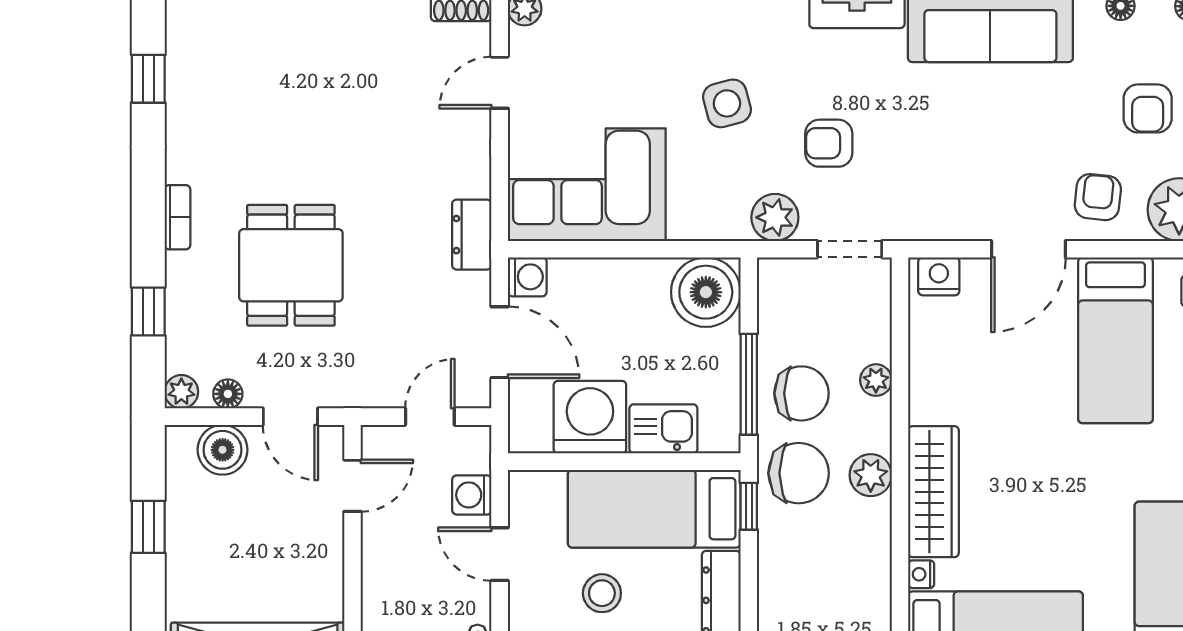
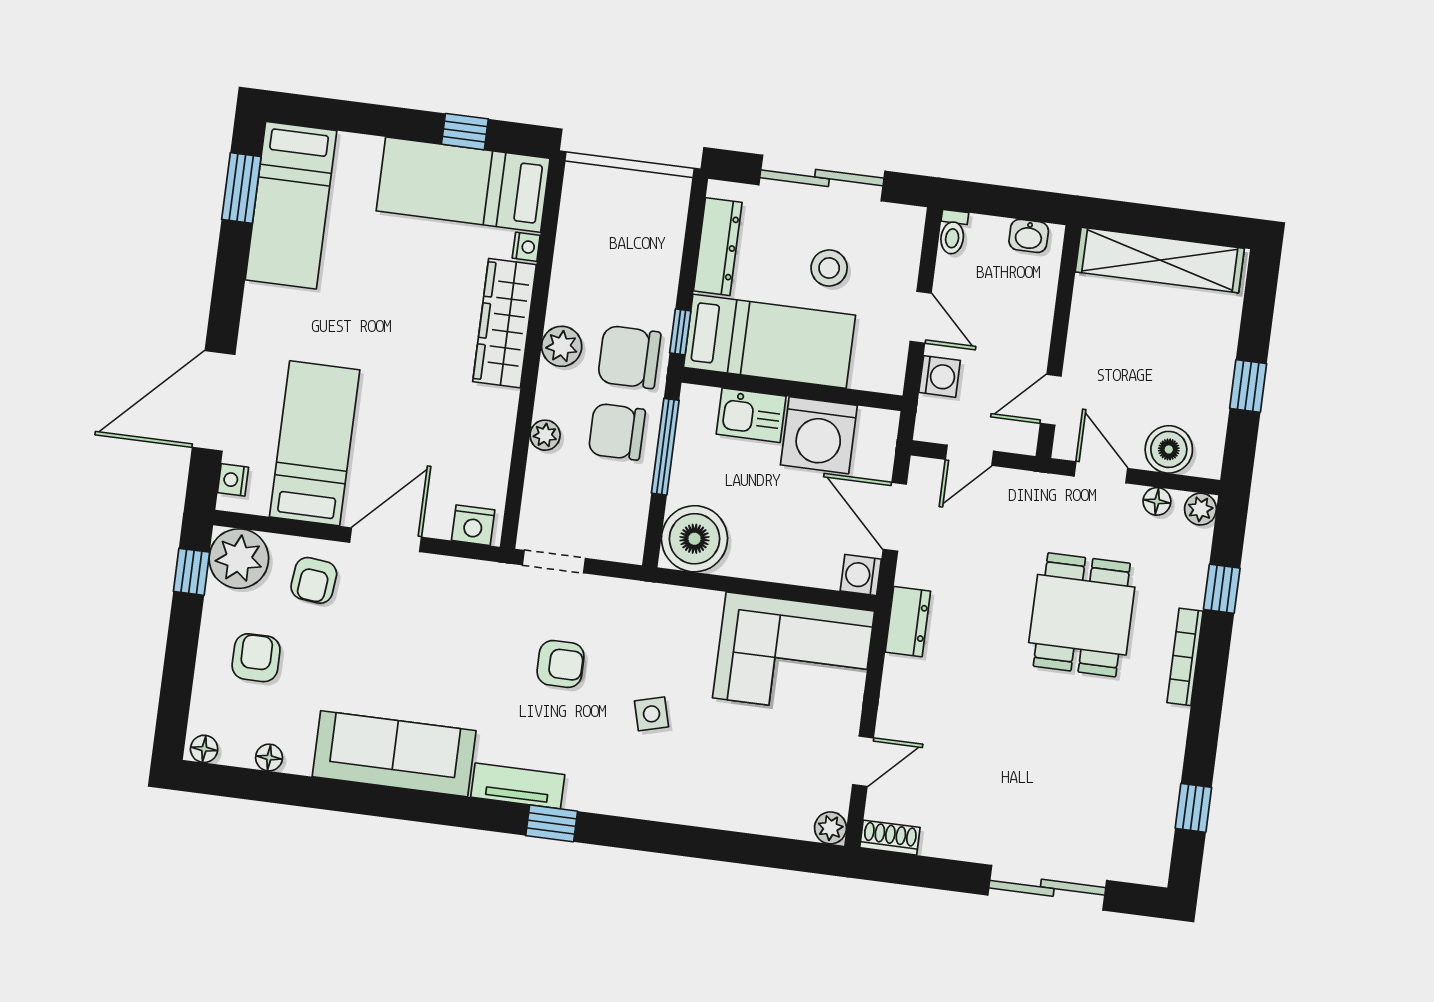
side table: (727, 103) -> (652, 714), width x0.73, depth x0.73
bookcase: (177, 217) -> (1185, 657), width x1.56
plant: (775, 217) -> (620, 601), removed

